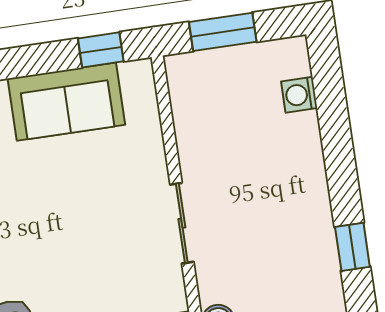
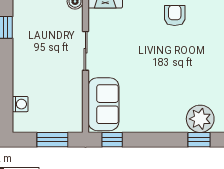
sofa: (66, 102) -> (104, 104), moved, turned 90

